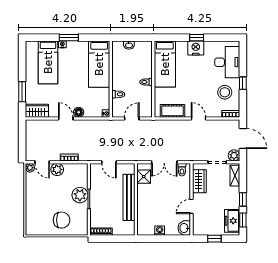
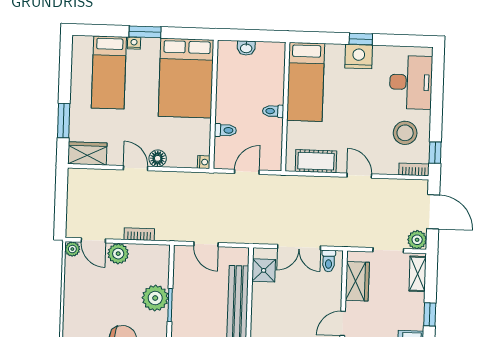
bed: (99, 64) -> (186, 78), width x1.50
window: (243, 83) -> (435, 153), moved

